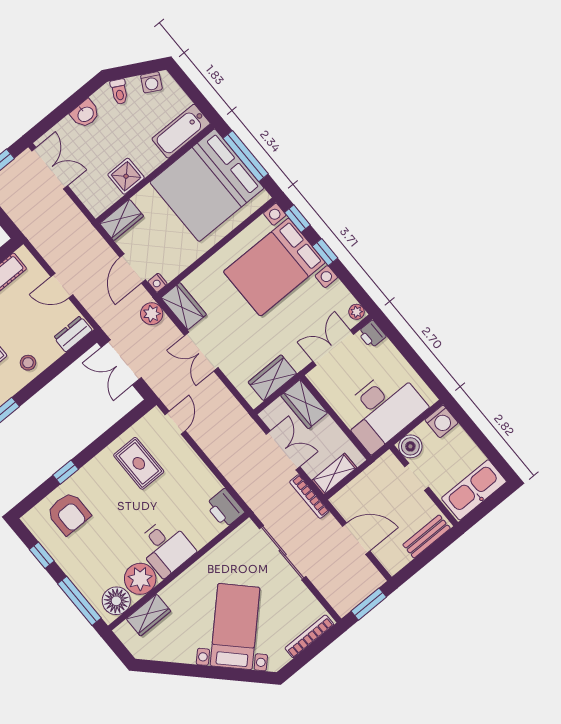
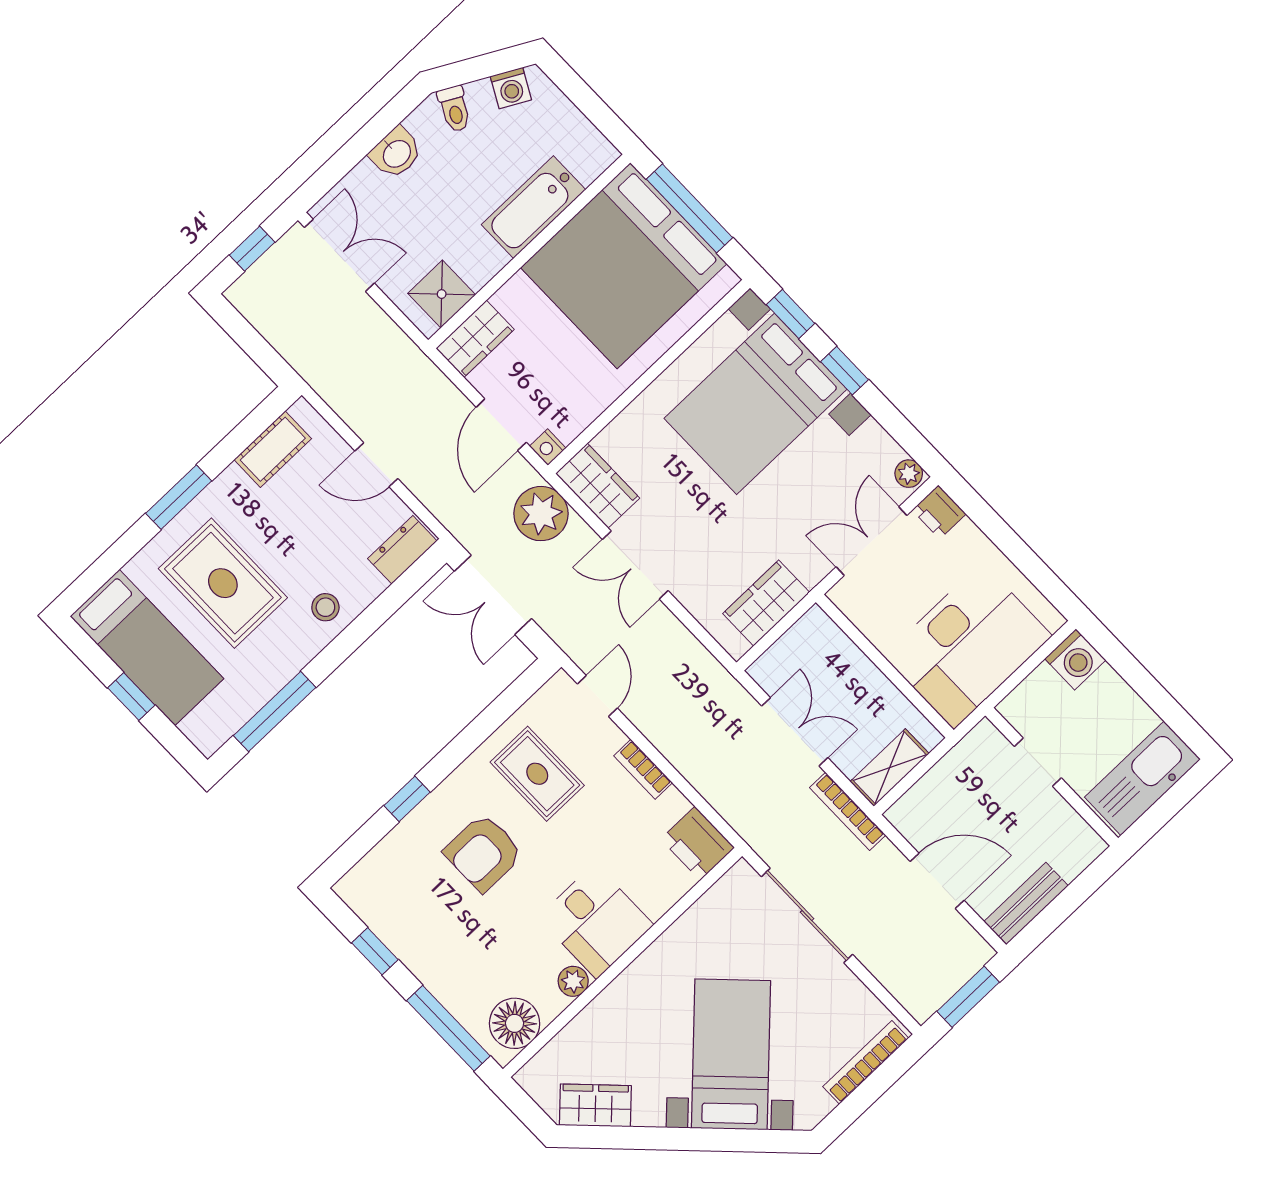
bathtub: (181, 131) -> (534, 207), moved
shower: (126, 176) -> (442, 294), moved
plant: (152, 314) -> (541, 514), width x1.36, depth x1.36
wardrobe: (304, 404) -> (827, 646), removed
boiler: (410, 446) -> (1023, 708), removed
bookcase: (198, 465) -> (643, 769), added
armchair: (69, 513) -> (483, 853), moved, turned 90
bench: (427, 536) -> (1026, 903), moved
plant: (140, 579) -> (573, 981), width x0.53, depth x0.53
wardrobe: (149, 615) -> (595, 1105), moved, turned -135

